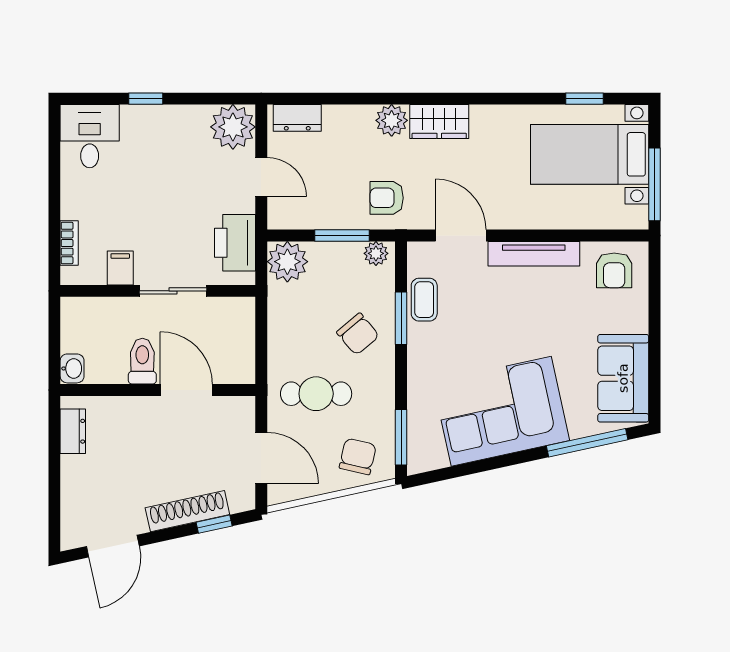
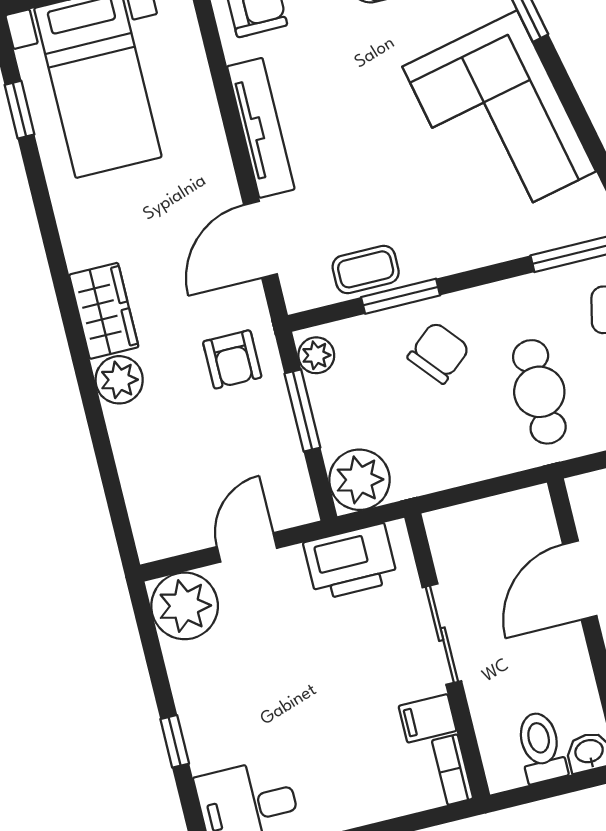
dresser: (297, 118) -> (149, 516), removed
bookcase: (69, 243) -> (453, 770), moved, turned -90
toilet: (142, 361) -> (541, 747), moved, turned 90

